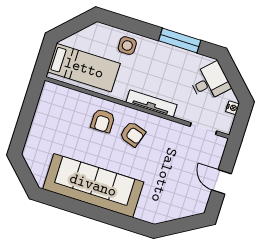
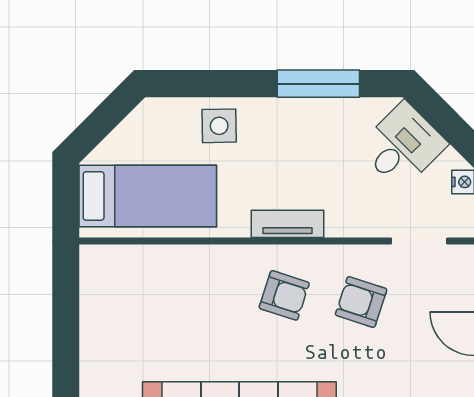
tv unit: (152, 103) -> (288, 224), width x0.71
armchair: (103, 121) -> (361, 302), moved, turned 108

